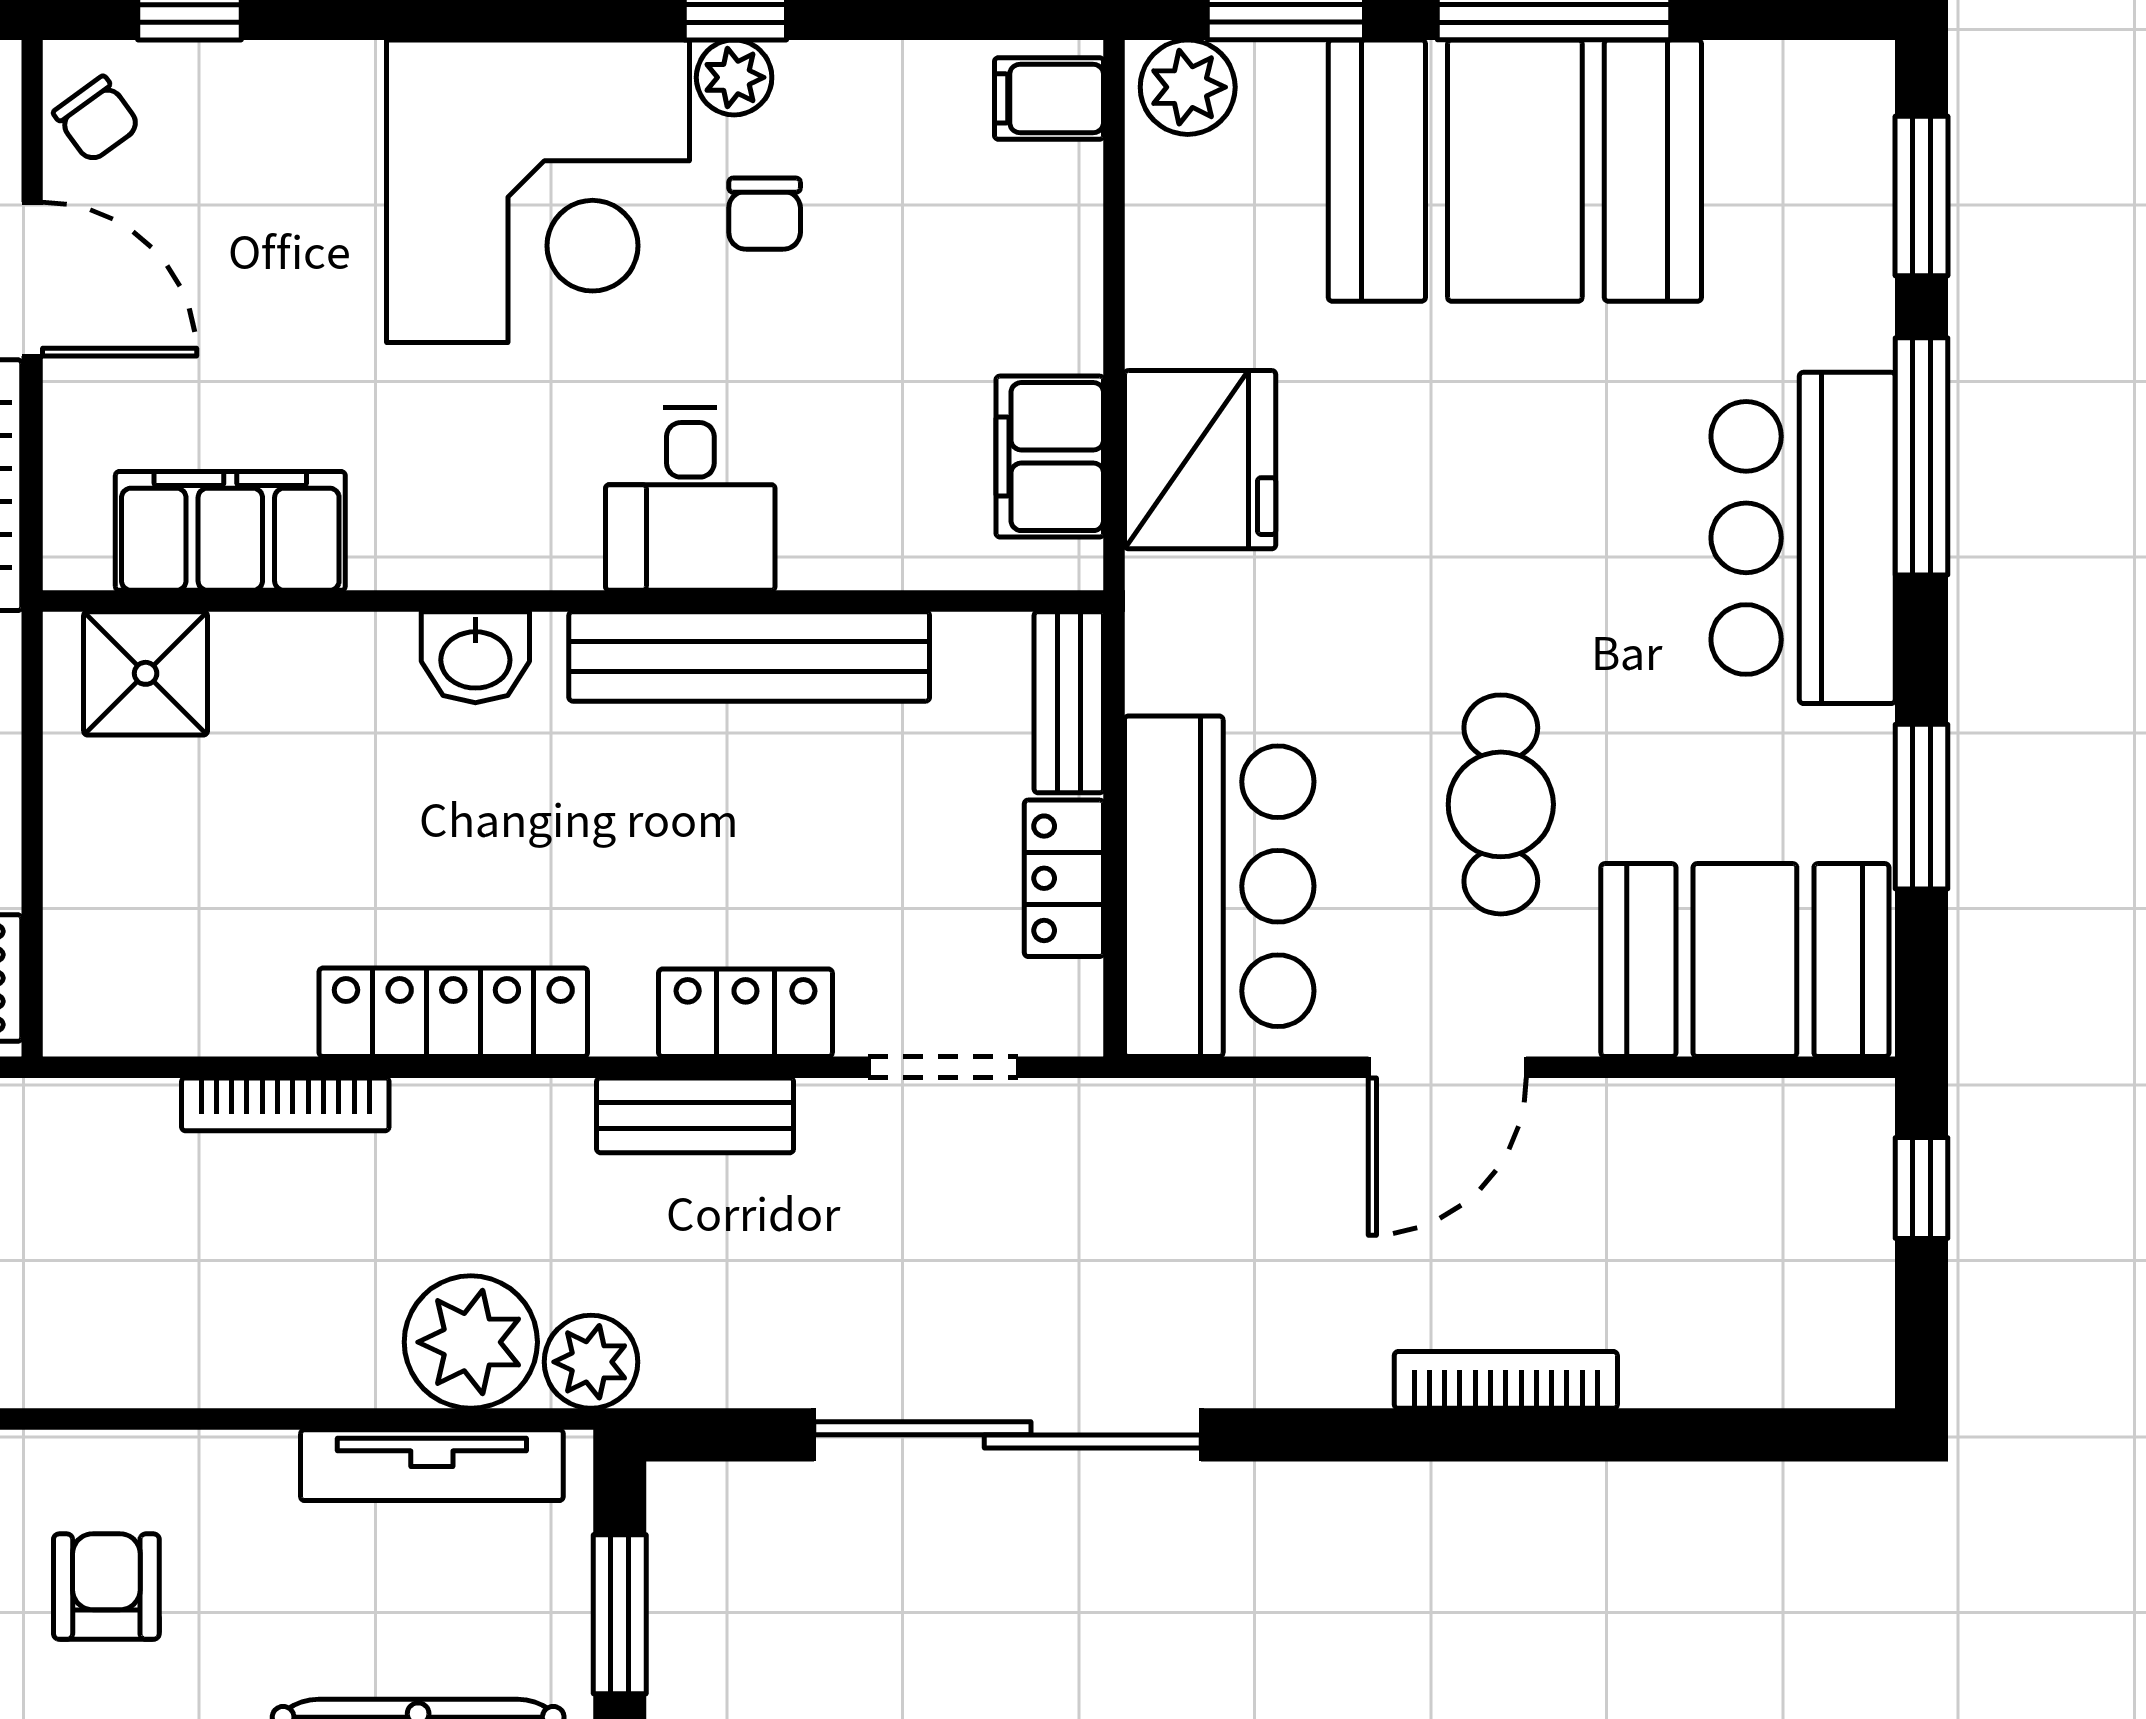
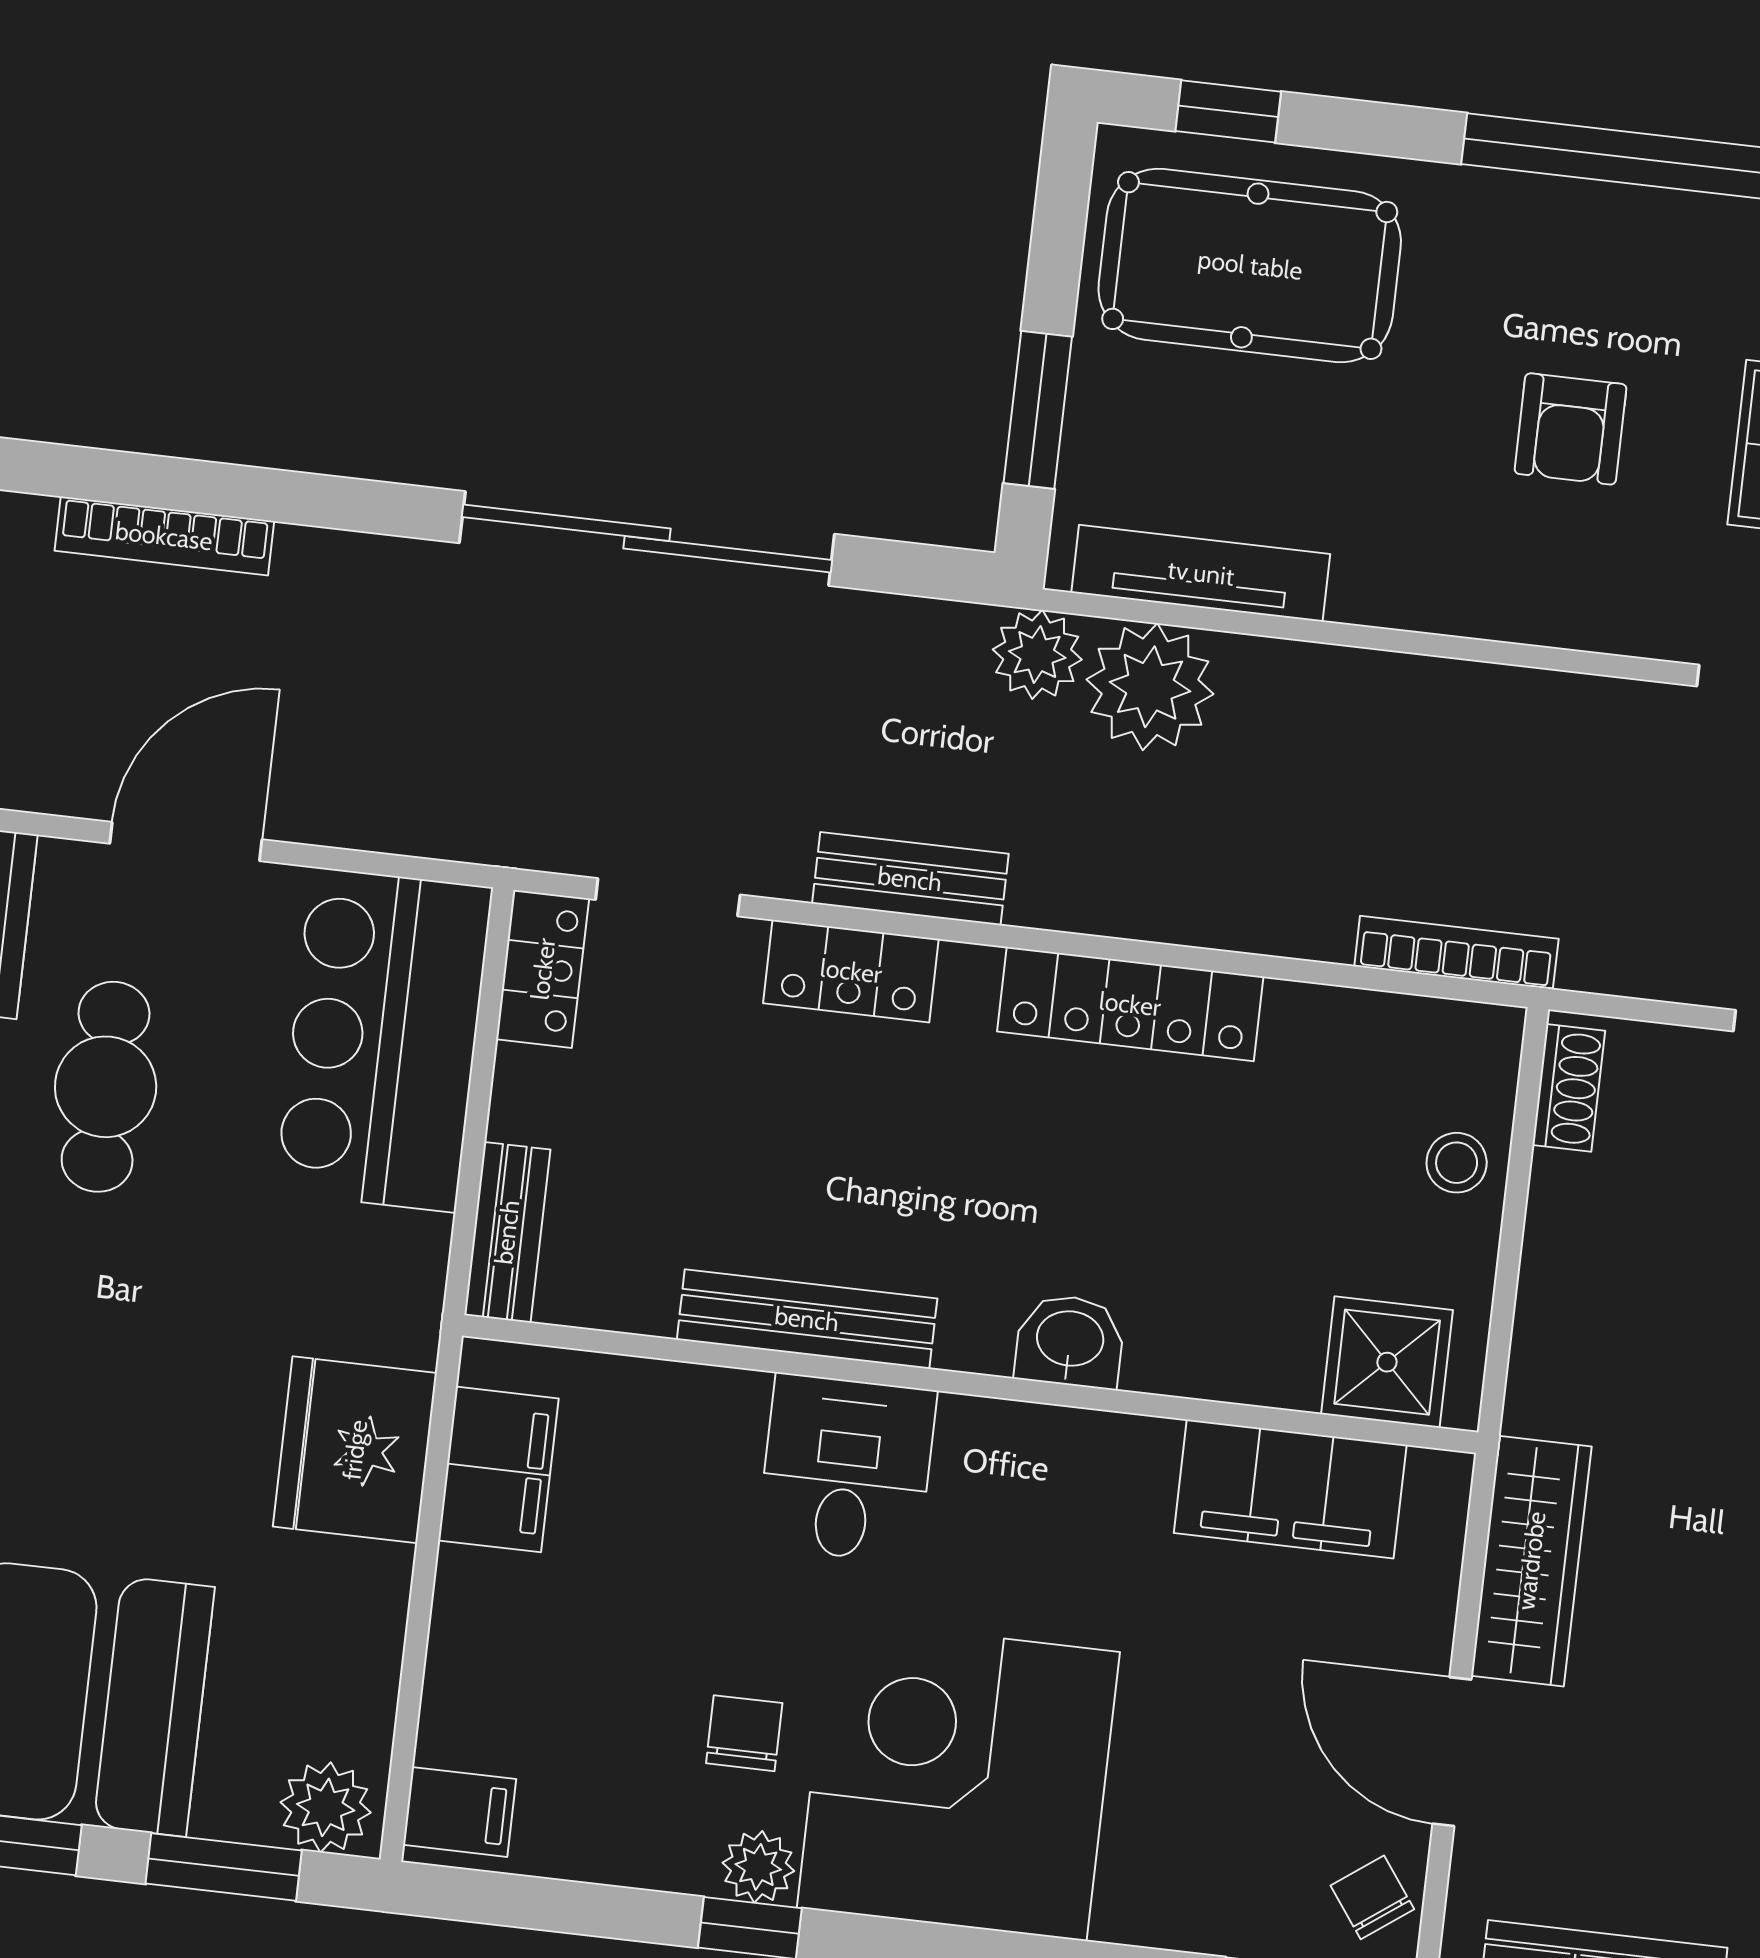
bench: (749, 656) -> (807, 1319), width x0.73, depth x0.82
locker: (1064, 878) -> (543, 969), moved
stool: (98, 887) -> (1457, 1163), added
bookcase: (285, 1104) -> (1456, 953), moved
armchair: (106, 1587) -> (1571, 429), moved

